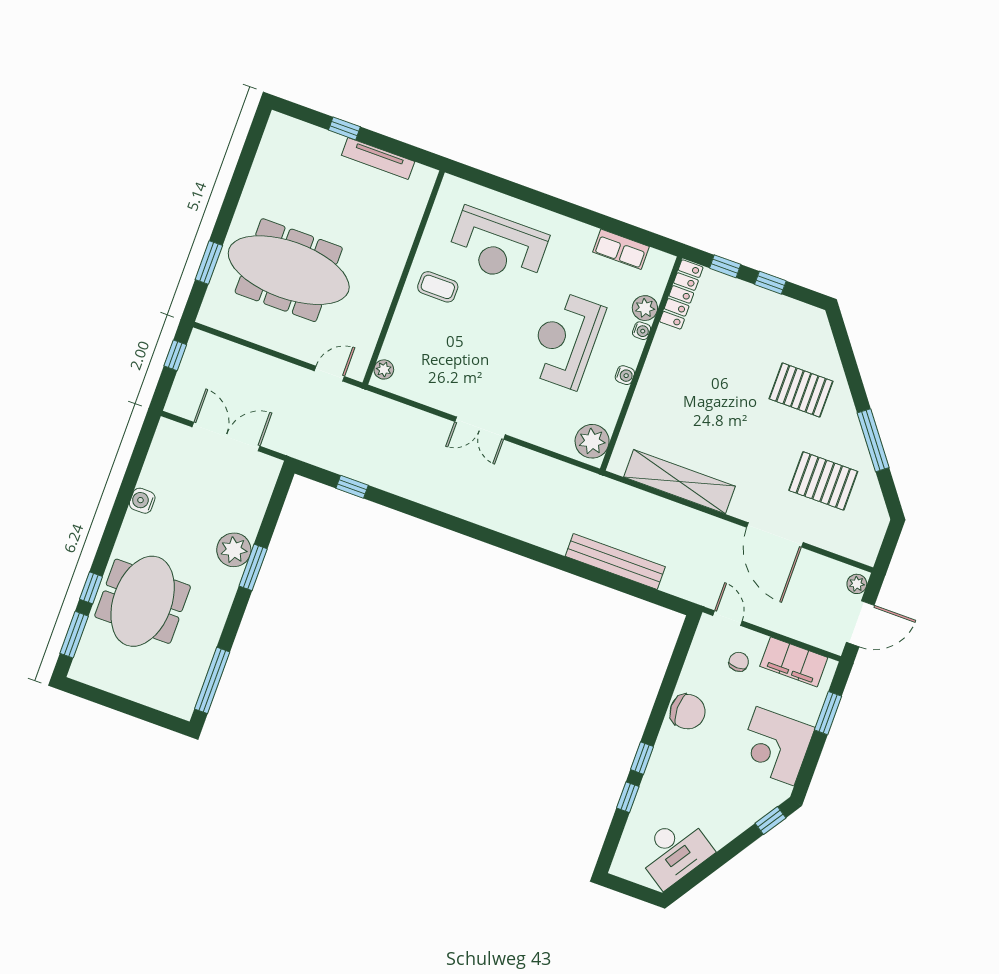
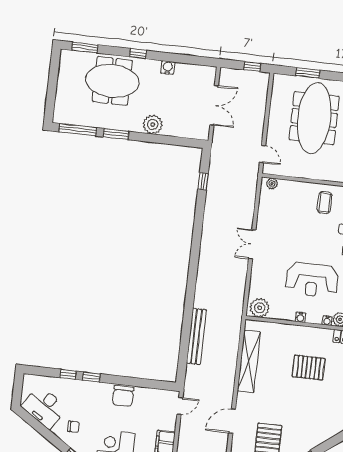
reception desk: (566, 340) -> (312, 280), turned 180
pallet: (801, 390) -> (309, 368), moved, turned 90
door: (775, 535) -> (232, 421), width x0.73
window: (253, 567) -> (116, 134), moved
window: (91, 588) -> (138, 54), moved
chair: (739, 662) -> (74, 427), moved

